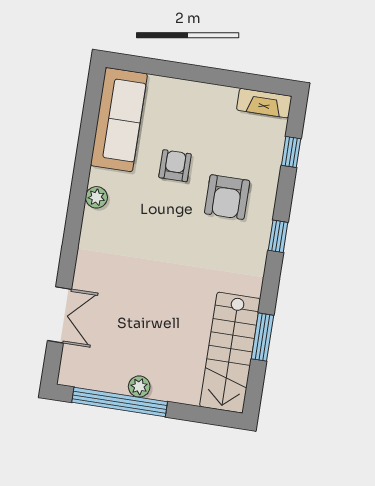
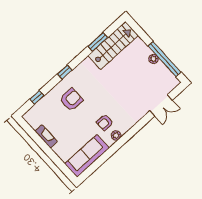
fireplace: (264, 103) -> (46, 136), moved
armchair: (175, 166) -> (105, 122), moved
double door: (59, 315) -> (161, 105), swing flipped

